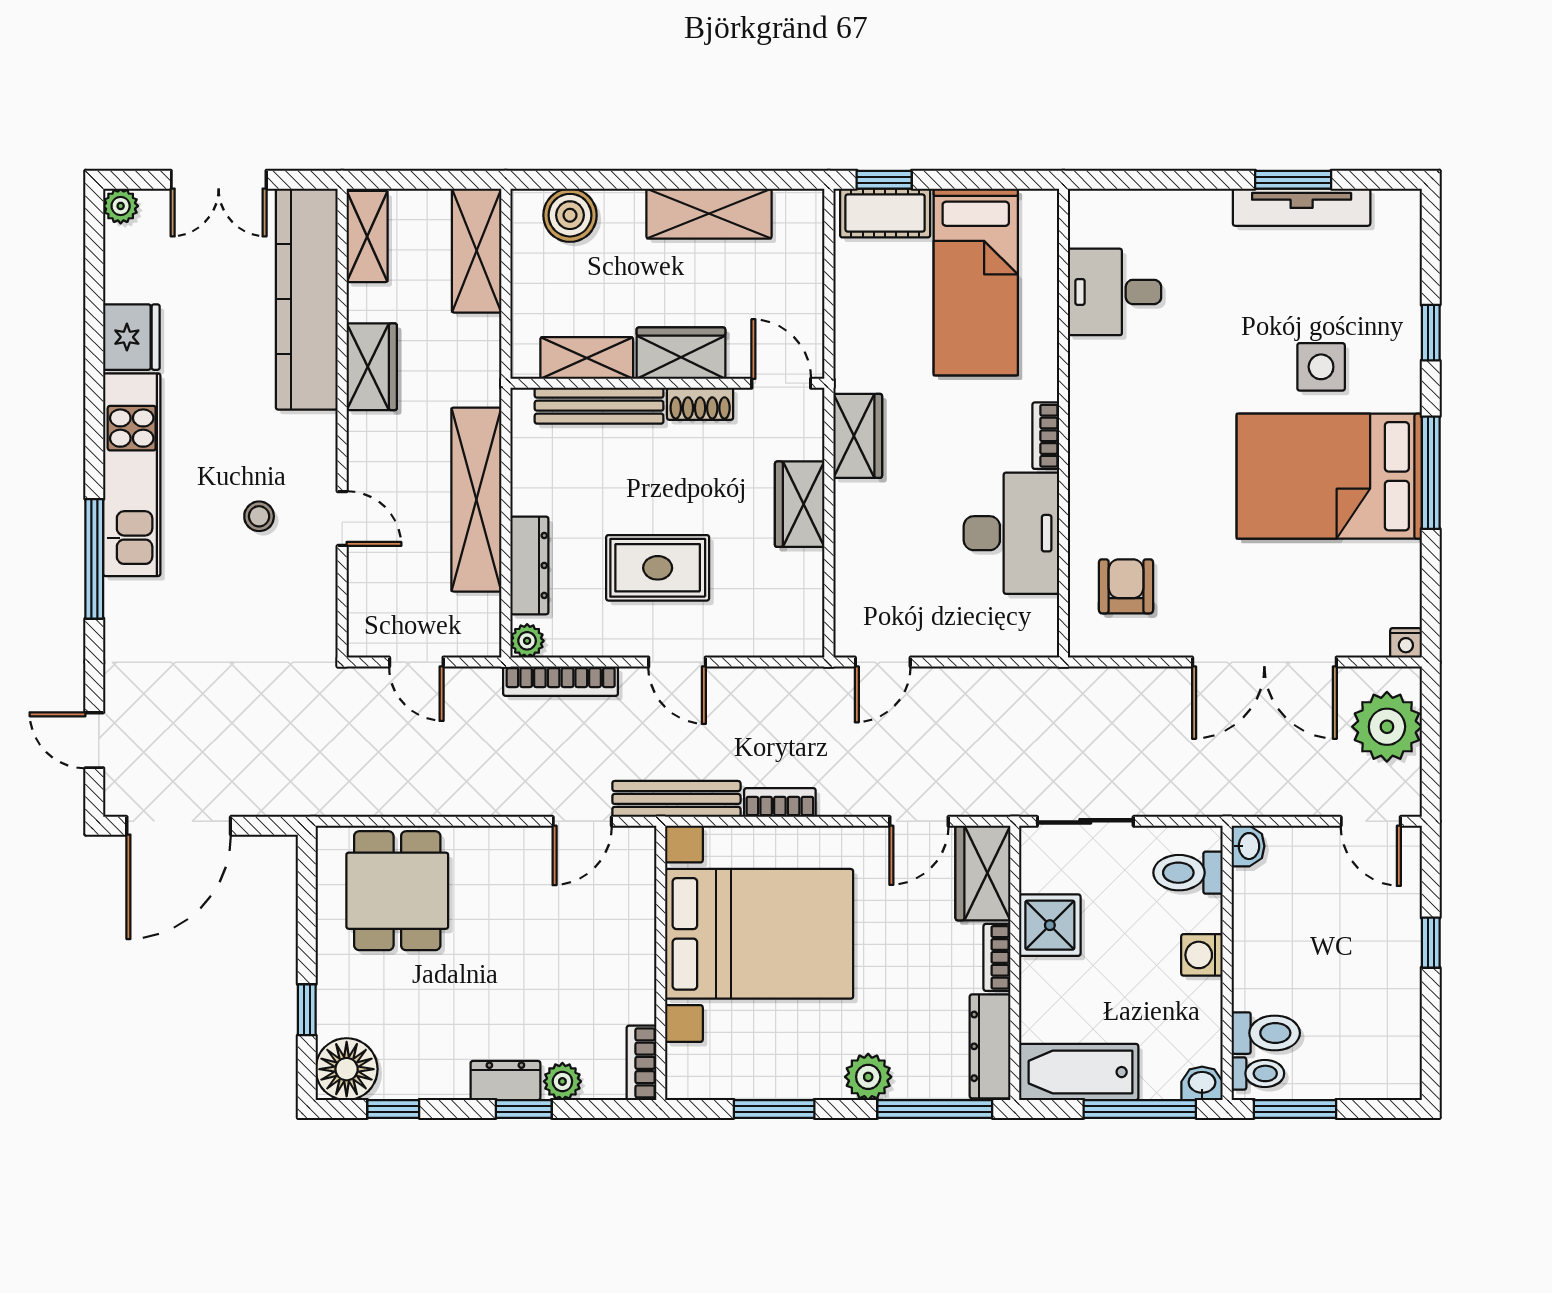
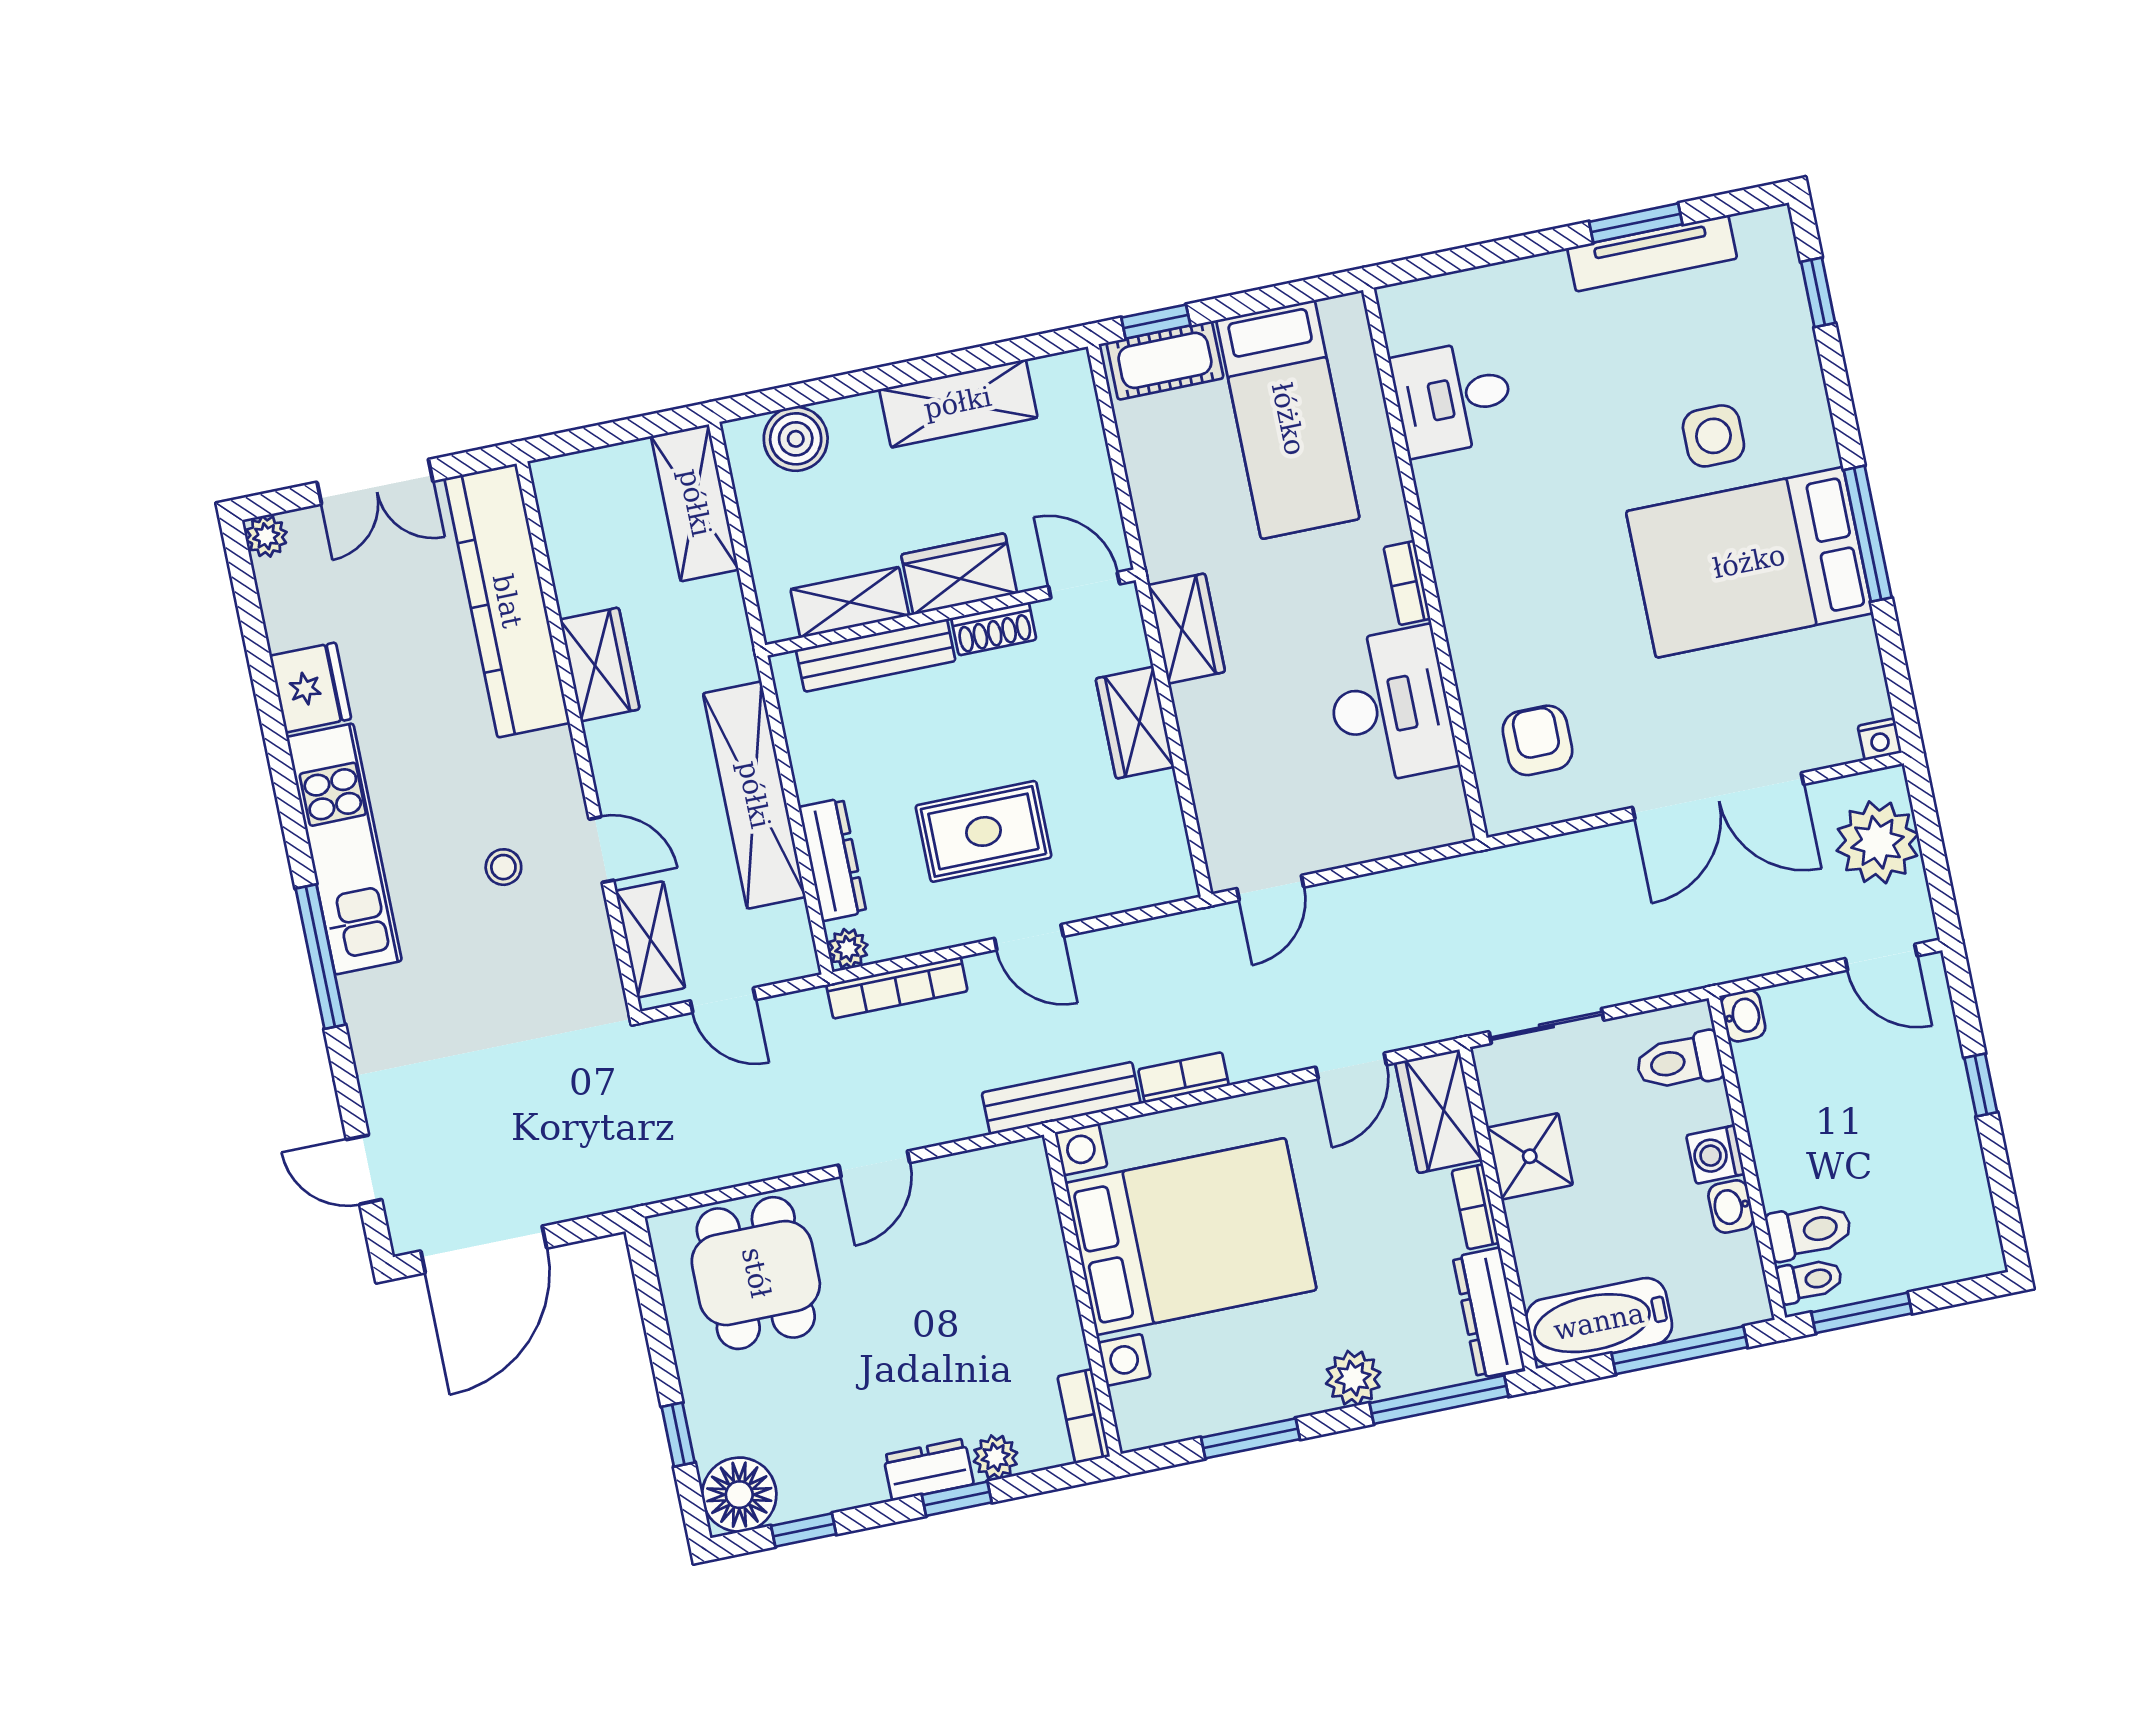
shelving: (367, 237) -> (650, 939), moved
window: (1431, 333) -> (1818, 292), moved
door: (582, 821) -> (874, 1164), moved
washbasin: (1202, 1083) -> (1731, 1206), moved, turned -90

